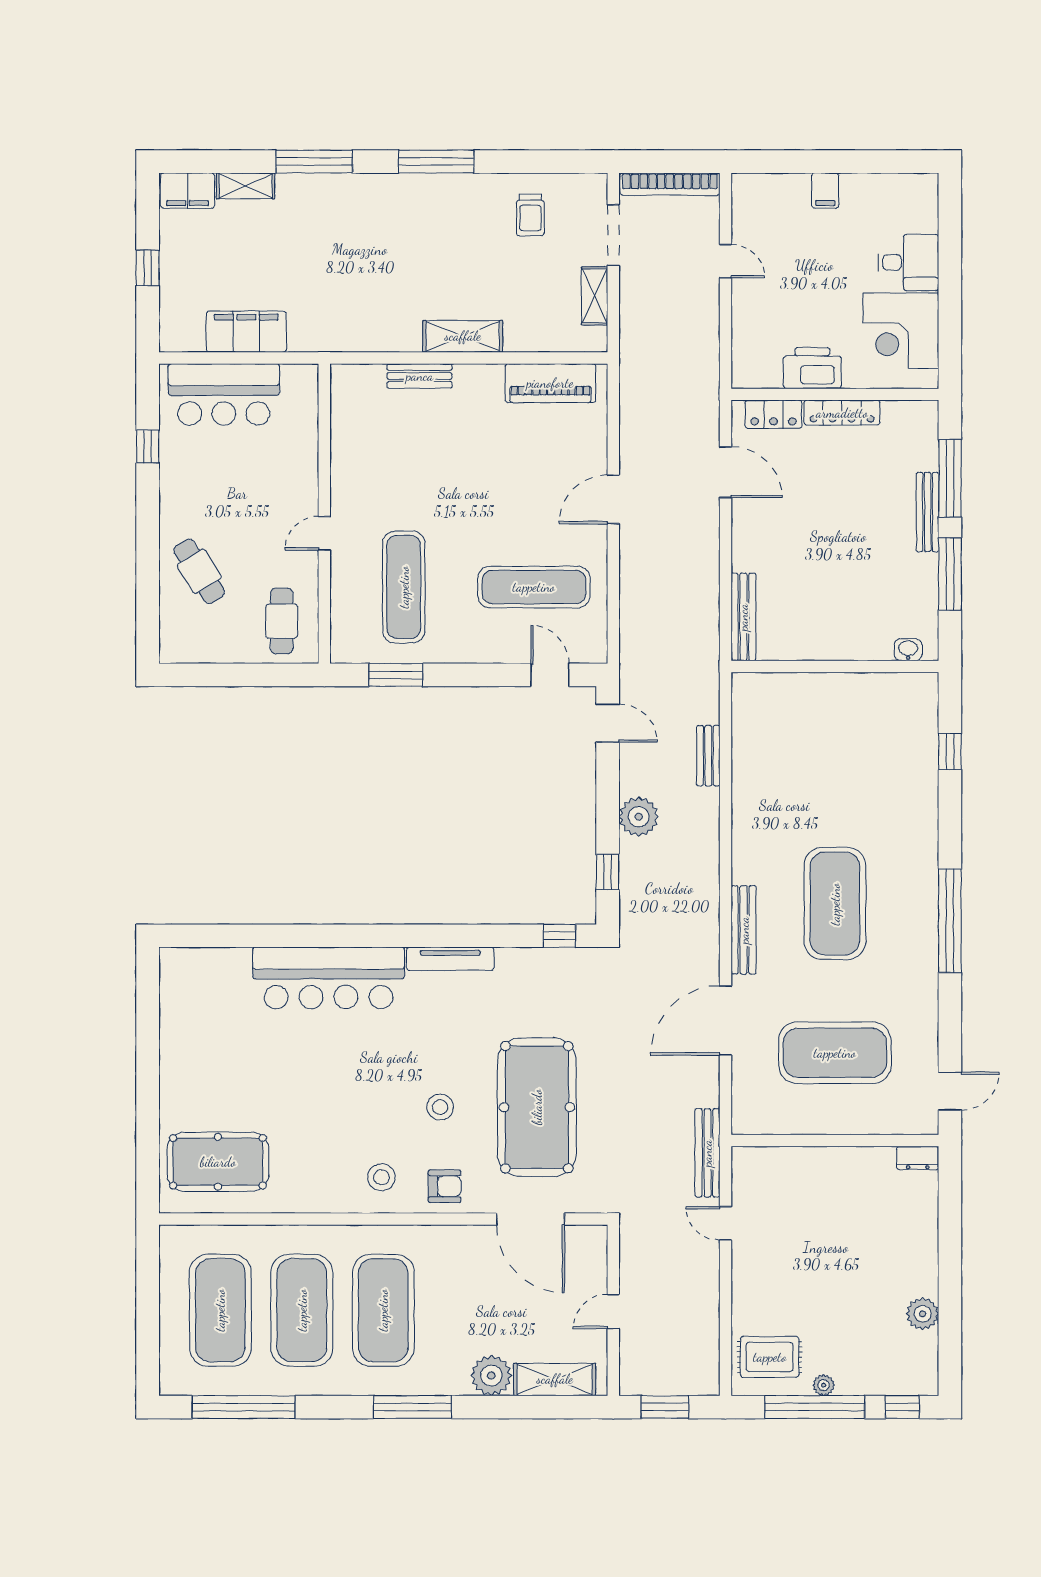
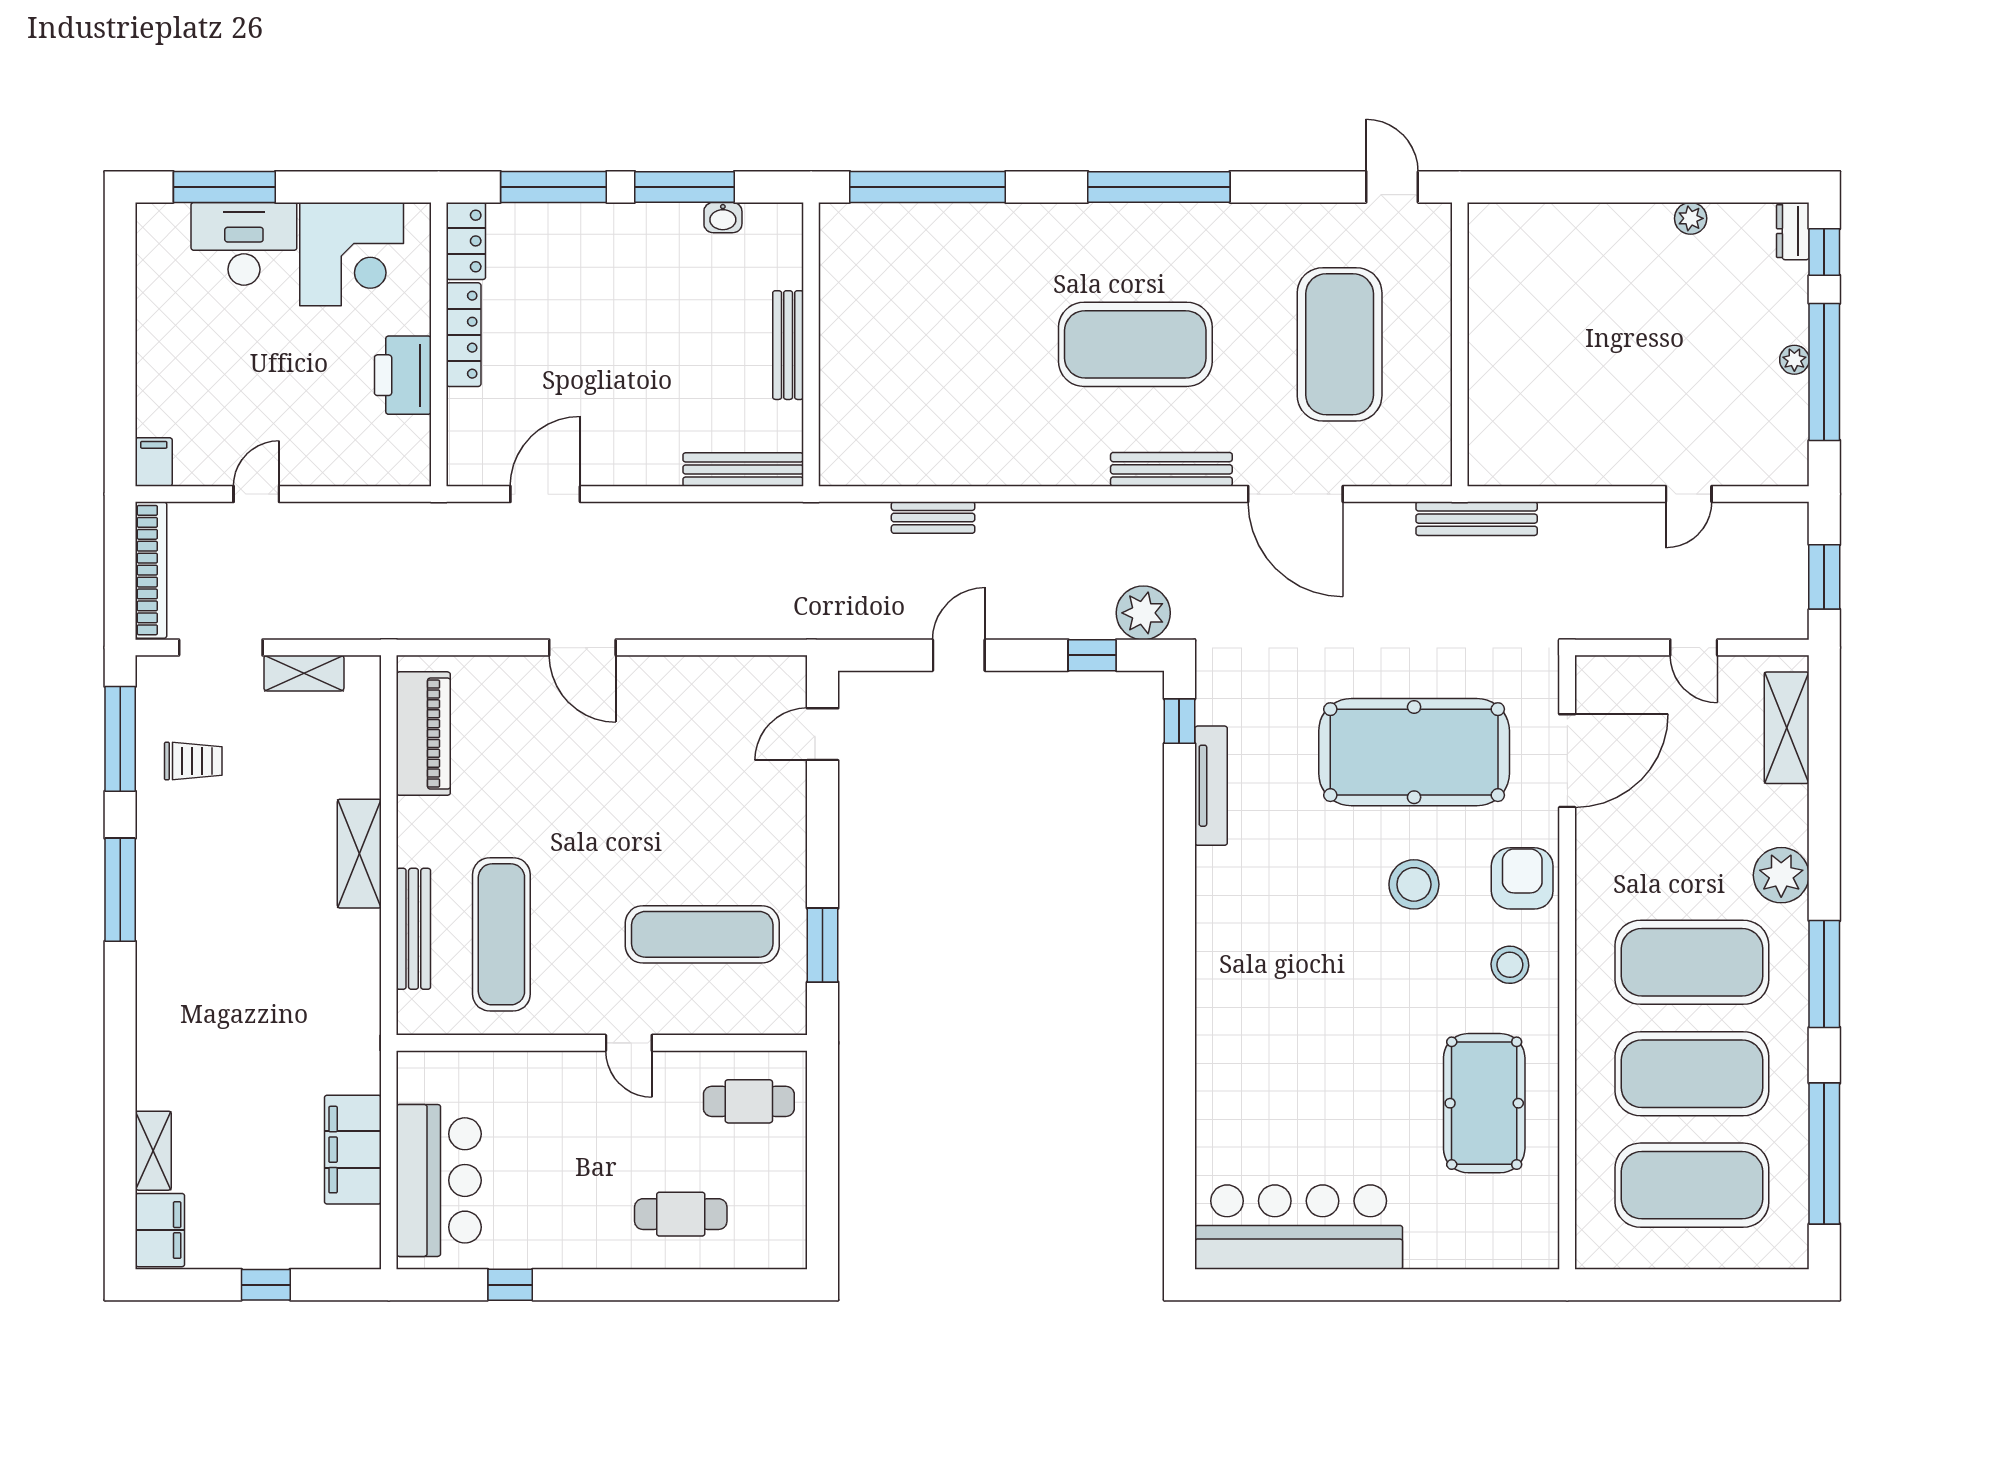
window: (314, 162) -> (120, 739), moved
filing cabinet: (825, 191) -> (154, 462), moved, turned -90
window: (950, 238) -> (224, 187), added
desk: (908, 262) -> (244, 244), width x1.37
bench: (420, 376) -> (413, 929), width x1.36
locker: (773, 414) -> (466, 241), moved
bench: (928, 512) -> (788, 345), moved, turned 90
cafe table: (199, 571) -> (681, 1214), turned 32
exercise mat: (534, 587) -> (501, 934), moved
washbasin: (908, 650) -> (723, 218), moved, turned -90
door: (608, 723) -> (959, 655), moved
window: (950, 752) -> (928, 187), width x3.17
plant: (639, 817) -> (1143, 613), moved
tv unit: (450, 959) -> (1211, 786), moved
bar counter: (329, 978) -> (1299, 1227), moved, turned -90
stool: (440, 1107) -> (1414, 884), width x1.38, depth x1.38
dresser: (918, 1158) -> (1793, 231), moved, turned 180
pool table: (218, 1162) -> (1484, 1103), moved
armchair: (445, 1186) -> (1522, 878), width x1.38, depth x1.38
door: (725, 1223) -> (1689, 494), moved
plant: (923, 1314) -> (1691, 218), width x0.73, depth x0.73
rug: (770, 1357) -> (1756, 434), removed
plant: (491, 1376) -> (1781, 875), moved
window: (412, 1407) -> (1824, 974), moved

